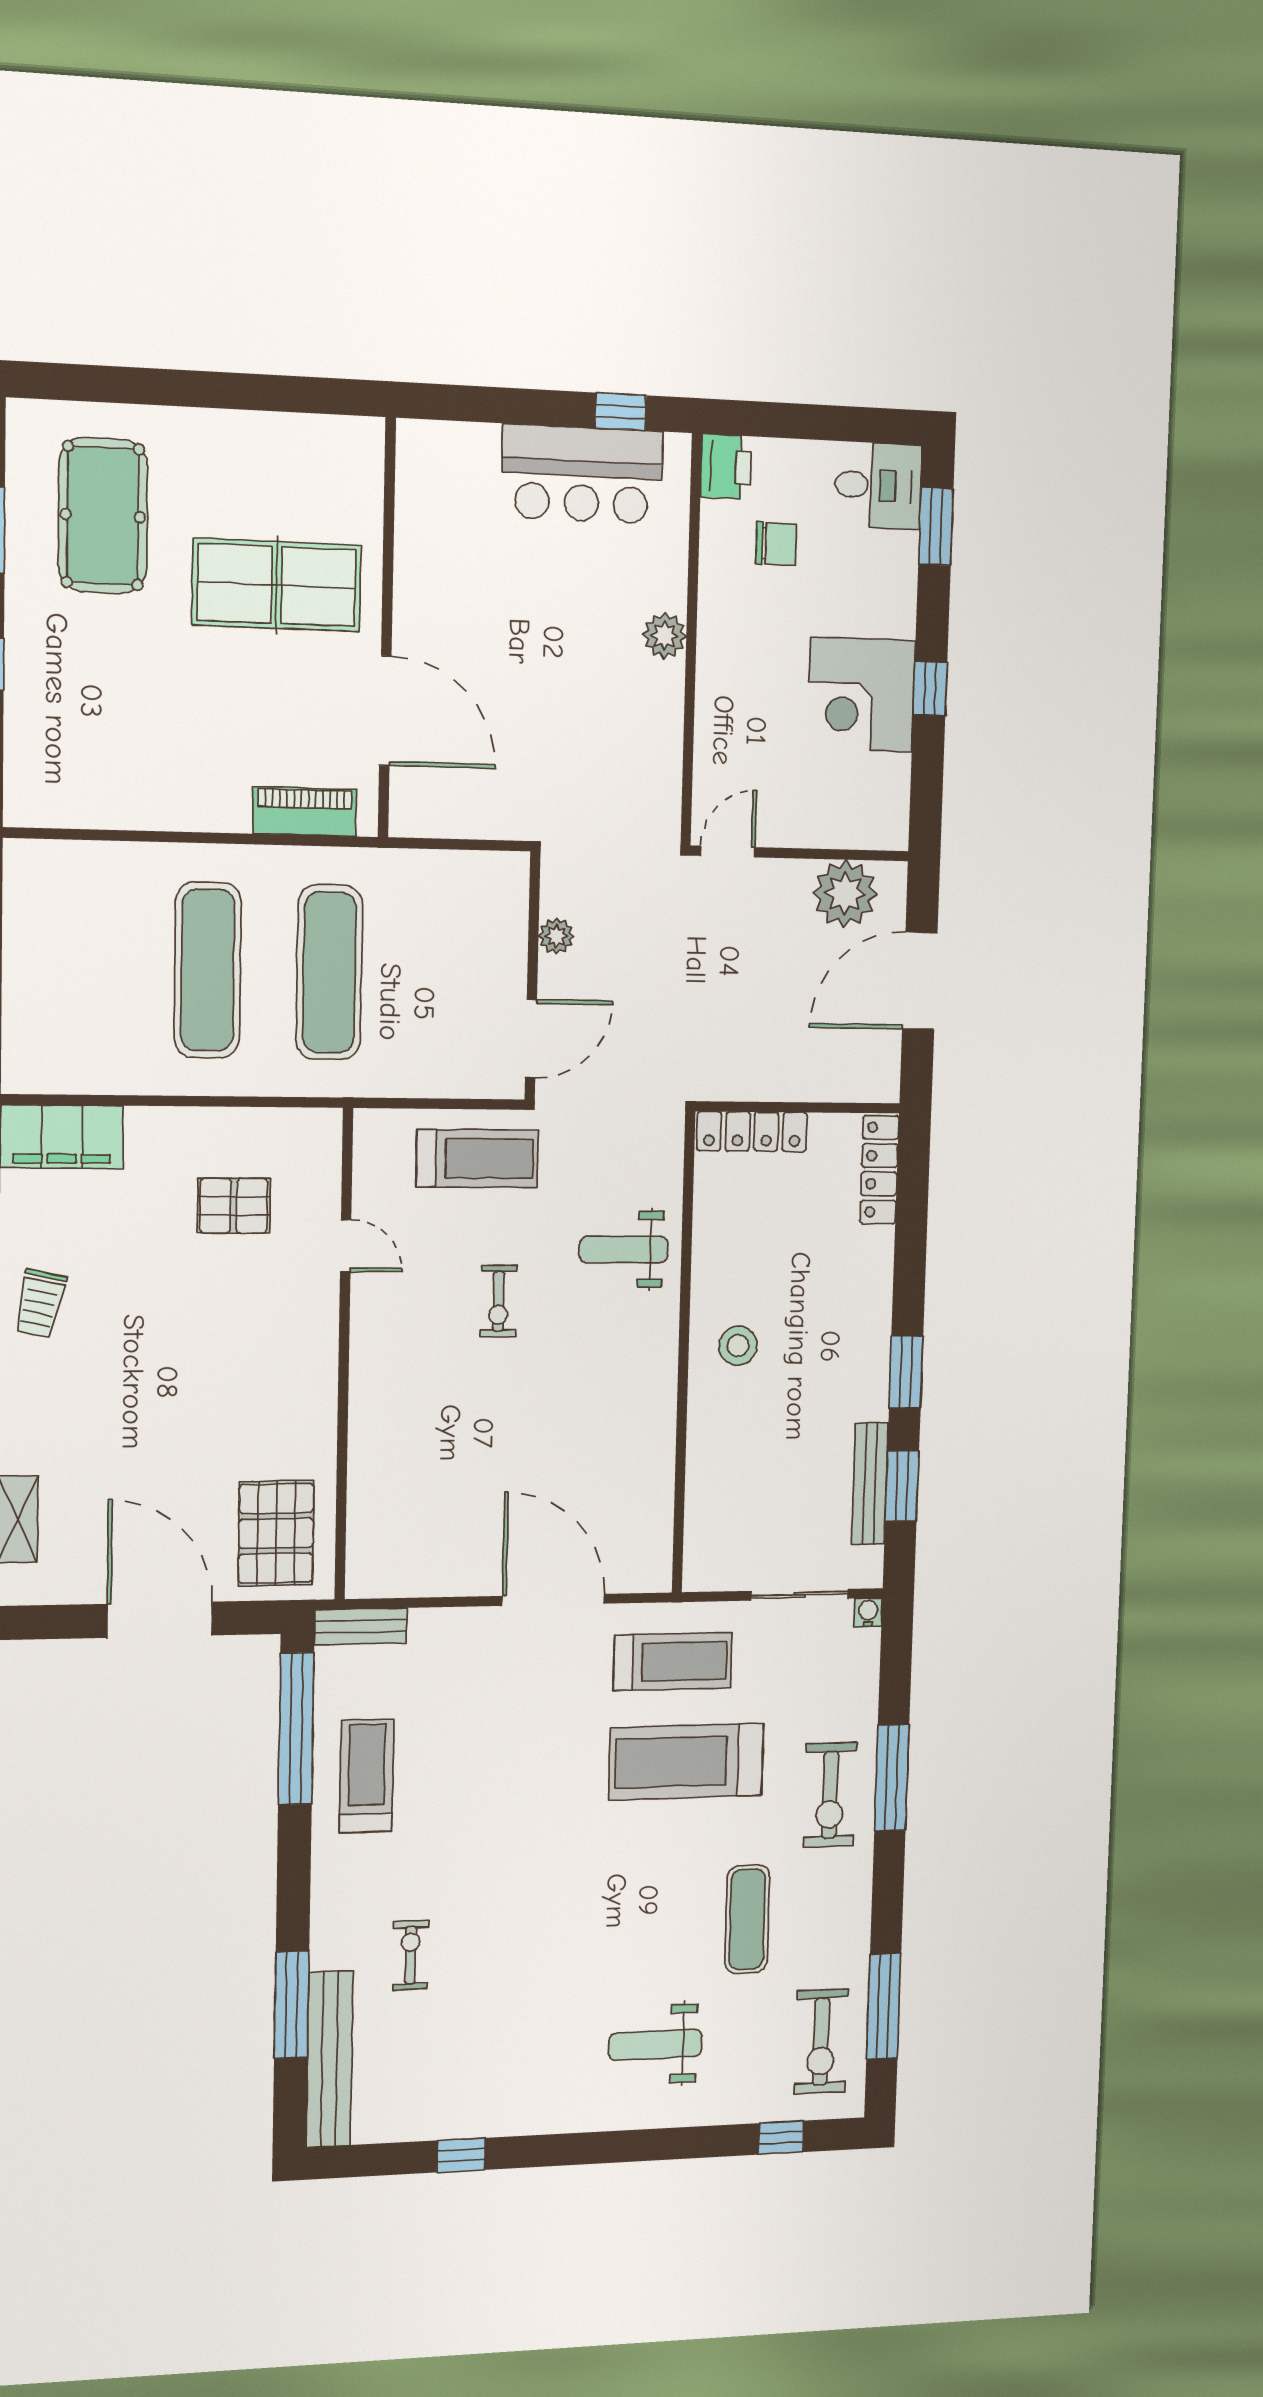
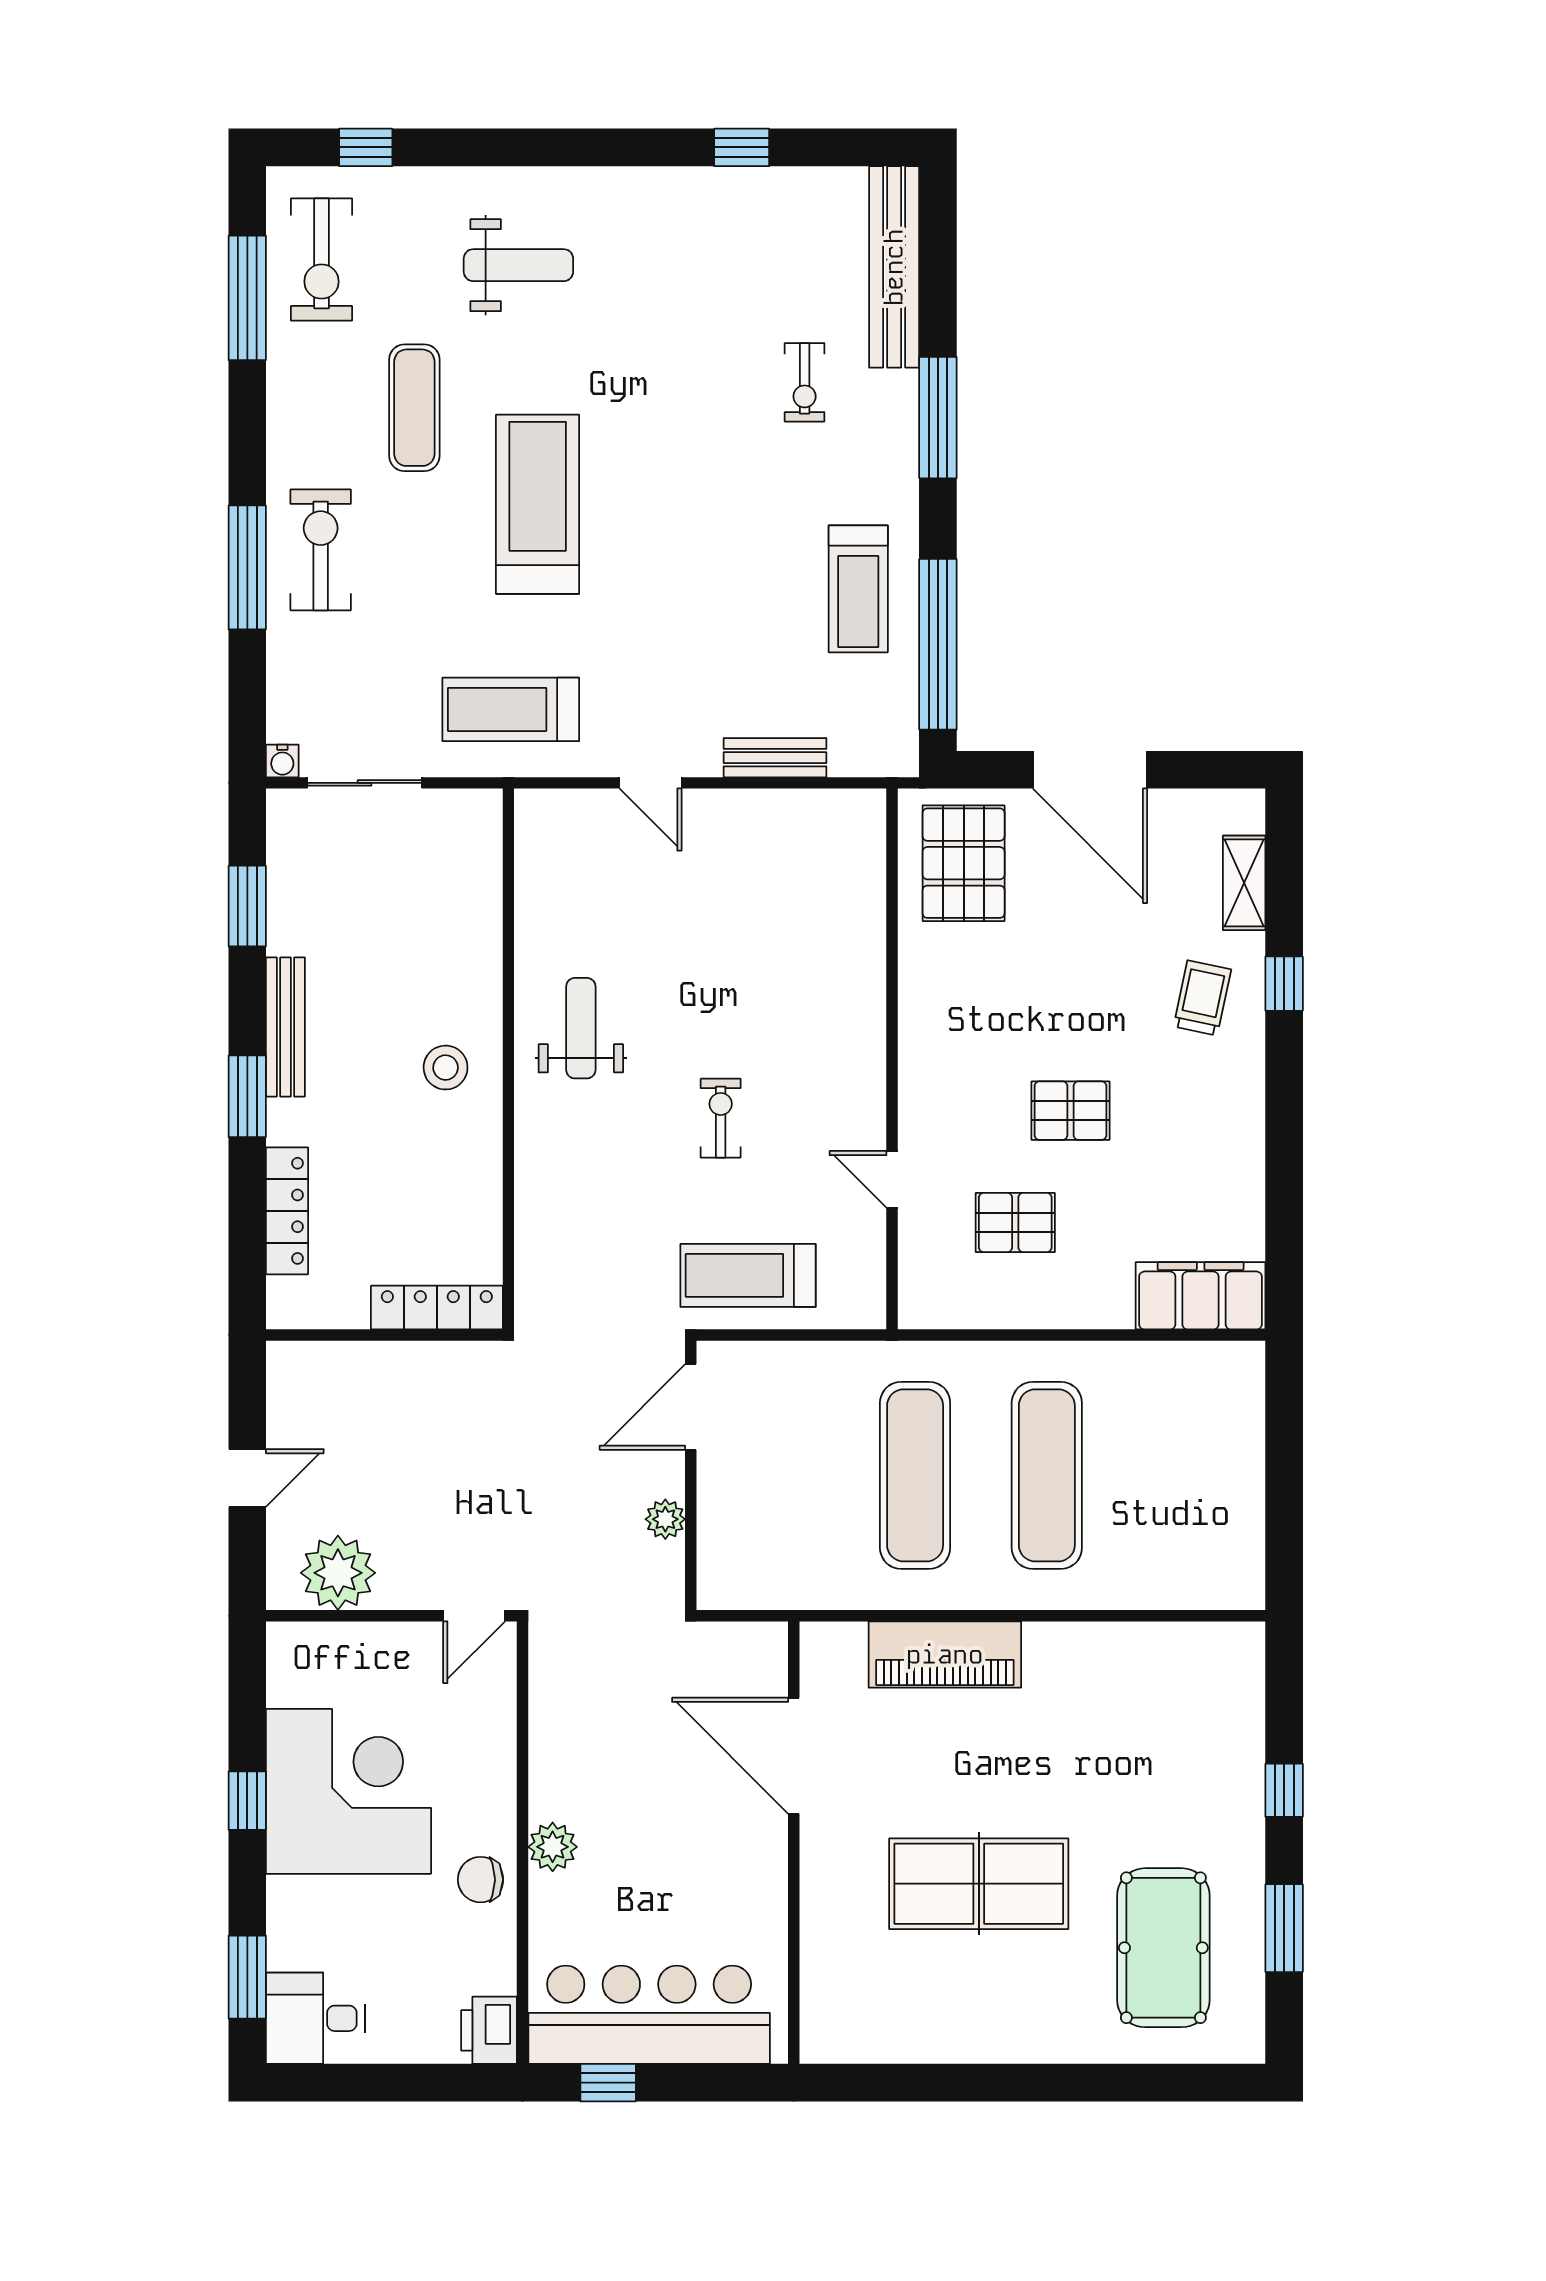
bar counter: (582, 474) -> (649, 2015), width x1.36
chair: (776, 544) -> (481, 1880), moved
wall: (387, 629) -> (794, 1843), moved
corner desk: (861, 695) -> (349, 1791), width x1.36, depth x1.36
door: (385, 711) -> (794, 1756), moved
piano: (305, 812) -> (945, 1655), width x1.37, depth x1.33
door: (920, 981) -> (247, 1478), width x0.53
locker: (879, 1170) -> (287, 1211), moved
weight bench: (624, 1249) -> (581, 1028), moved, turned -90
trolley: (40, 1303) -> (1202, 998), moved
pallet: (181, 1309) -> (1070, 1111), added
window: (906, 1372) -> (247, 1096), moved
bench: (870, 1484) -> (285, 1027), moved
door: (553, 1600) -> (650, 783), width x0.53
bench: (361, 1626) -> (775, 758), moved
treadmill: (686, 1762) -> (538, 504), moved, turned -90
window: (292, 2005) -> (938, 418), moved
exercise bike: (821, 2041) -> (321, 259), turned 180

